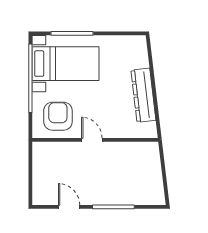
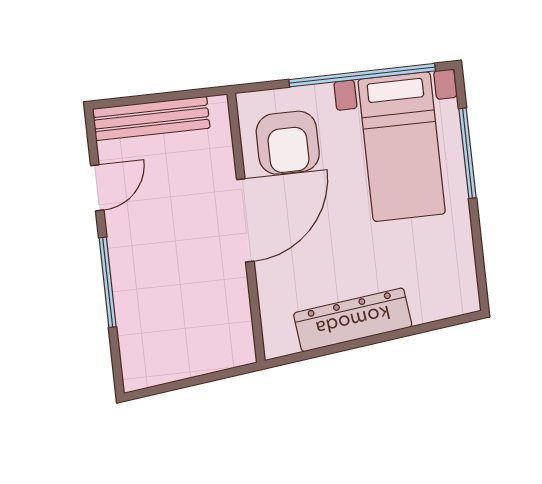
armchair: (58, 116) -> (288, 143), turned 90
door: (92, 140) -> (245, 220), width x1.87
bench: (40, 178) -> (151, 118), added

